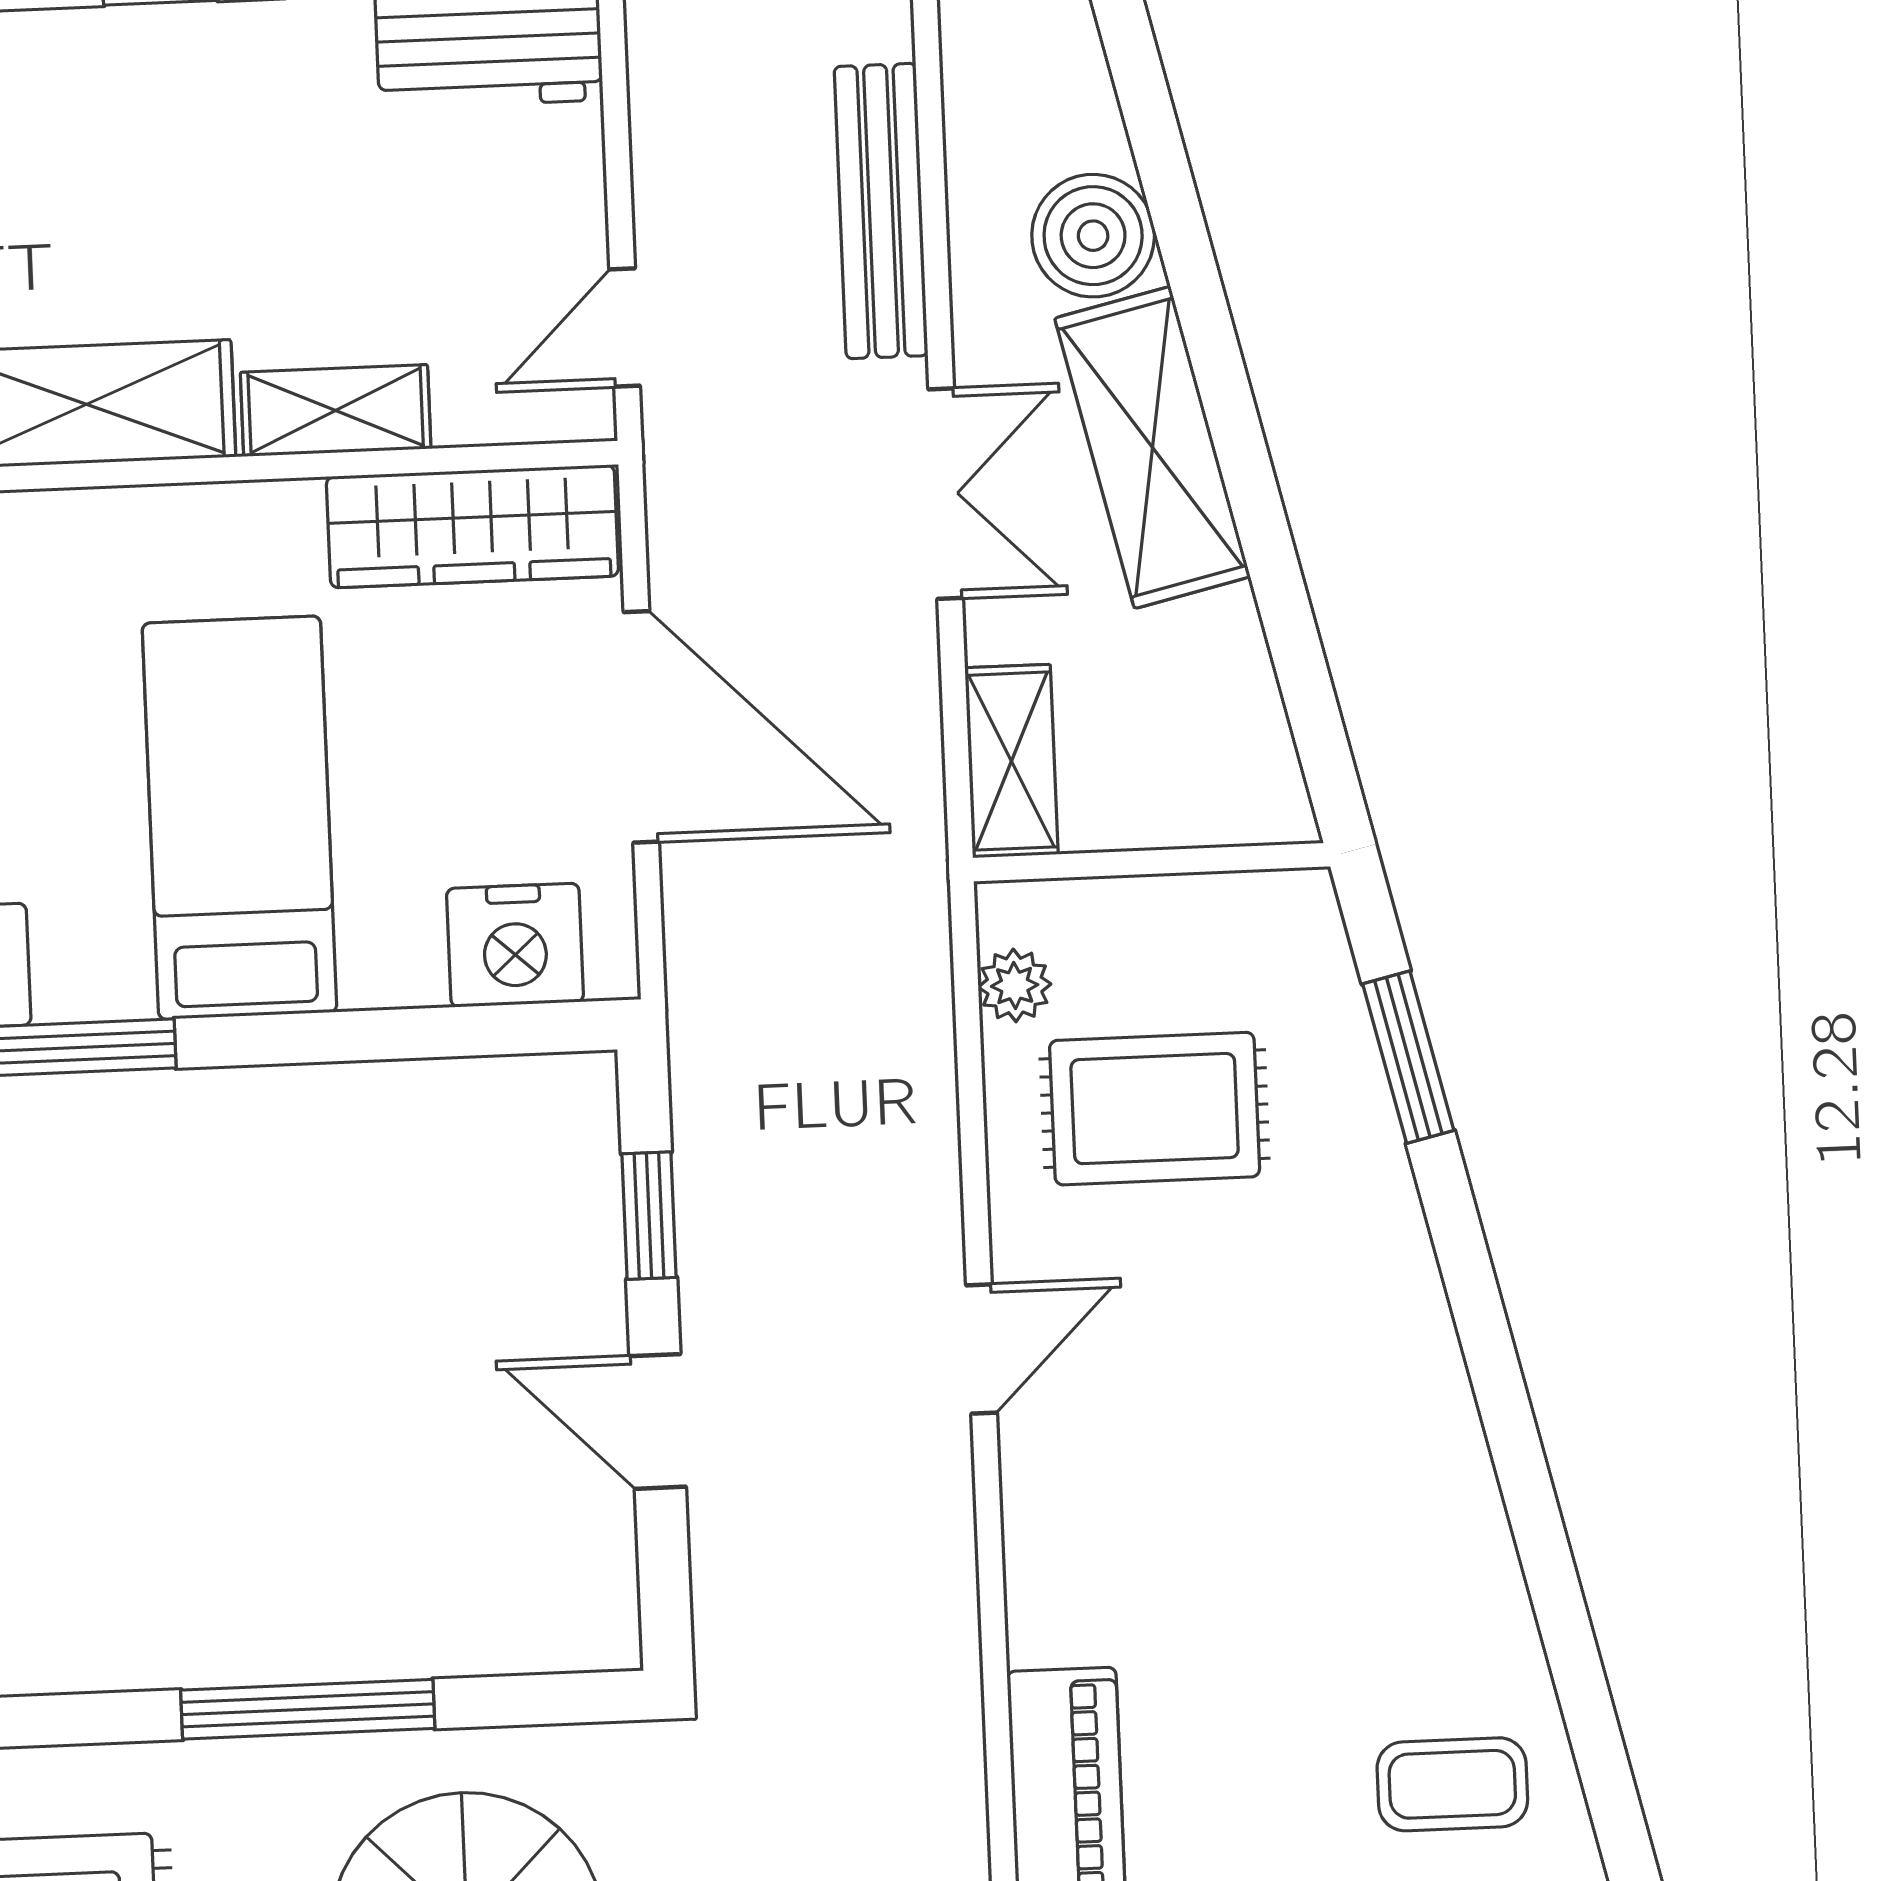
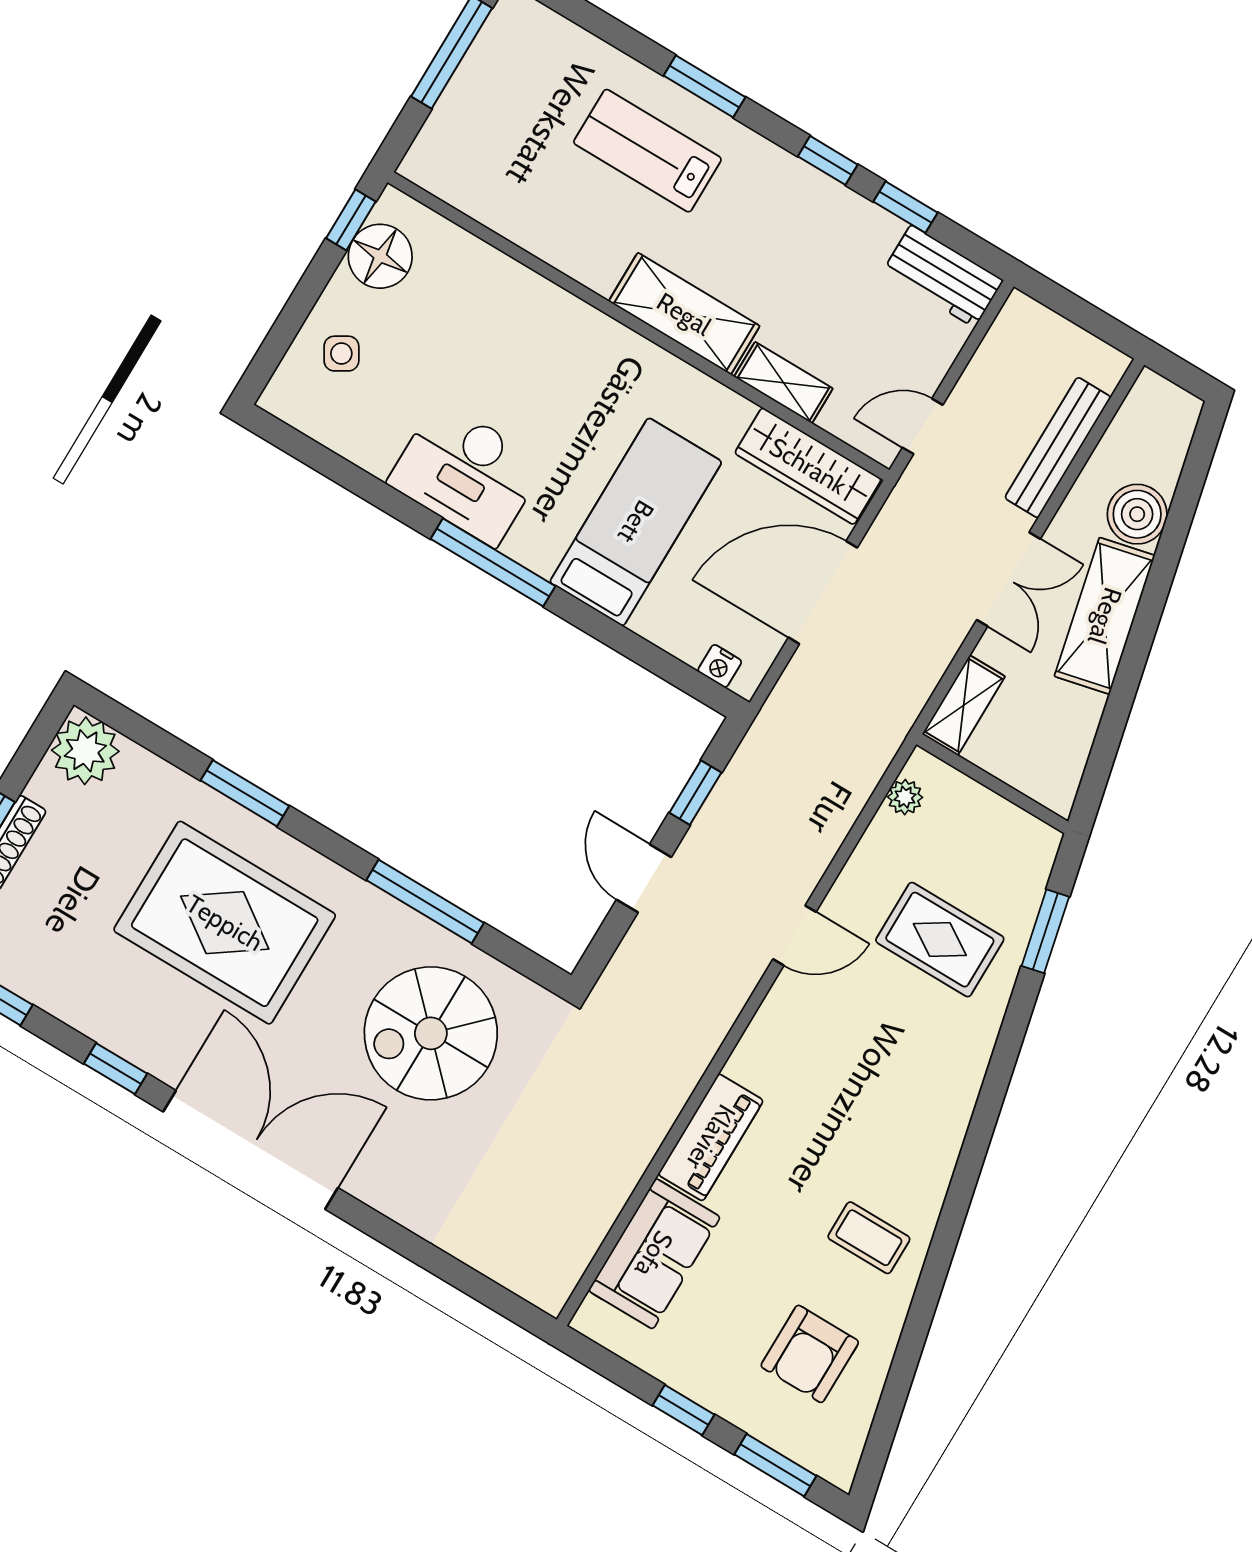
door: (641, 727) -> (823, 593), swing flipped
nightstand: (515, 945) -> (720, 666), width x0.53, depth x0.56
rug: (1155, 1109) -> (940, 940), moved

